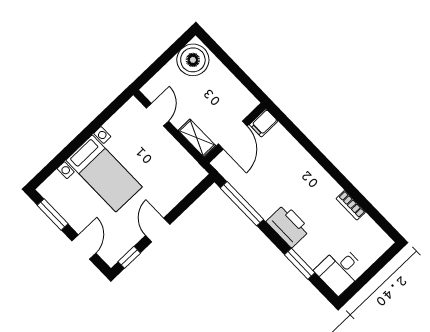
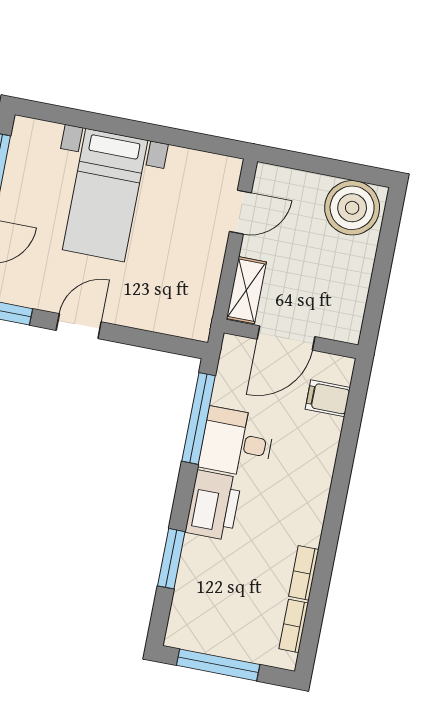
filing cabinet: (264, 123) -> (328, 398), moved
bookcase: (373, 228) -> (294, 626), added
desk: (340, 270) -> (237, 443), moved
window: (366, 277) -> (218, 665), added

